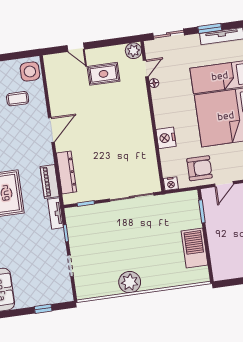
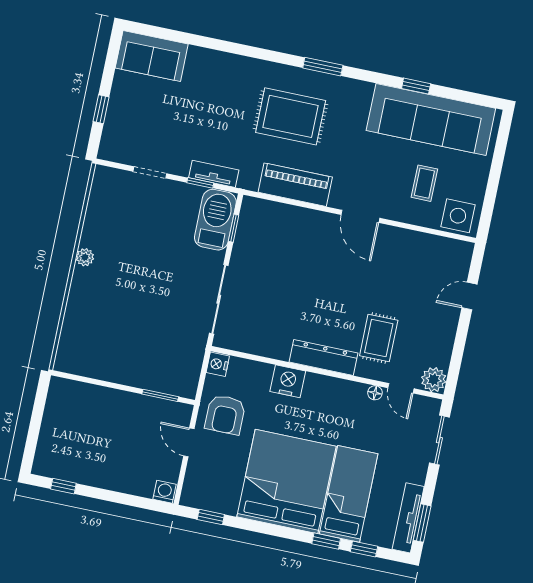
window: (210, 28) -> (422, 523), moved
rug: (103, 74) -> (379, 338), moved
dresser: (67, 172) -> (323, 358), moved, turned 180
piano: (50, 181) -> (295, 185), width x1.37, depth x1.33
tv unit: (56, 213) -> (214, 174), moved
barbecue: (195, 248) -> (215, 220), moved, turned -90
plant: (130, 282) -> (85, 257), width x0.53, depth x0.53

